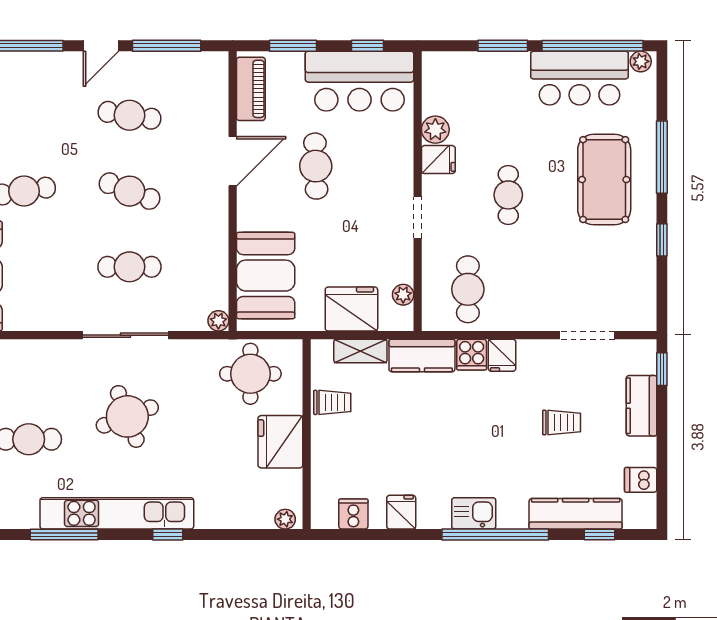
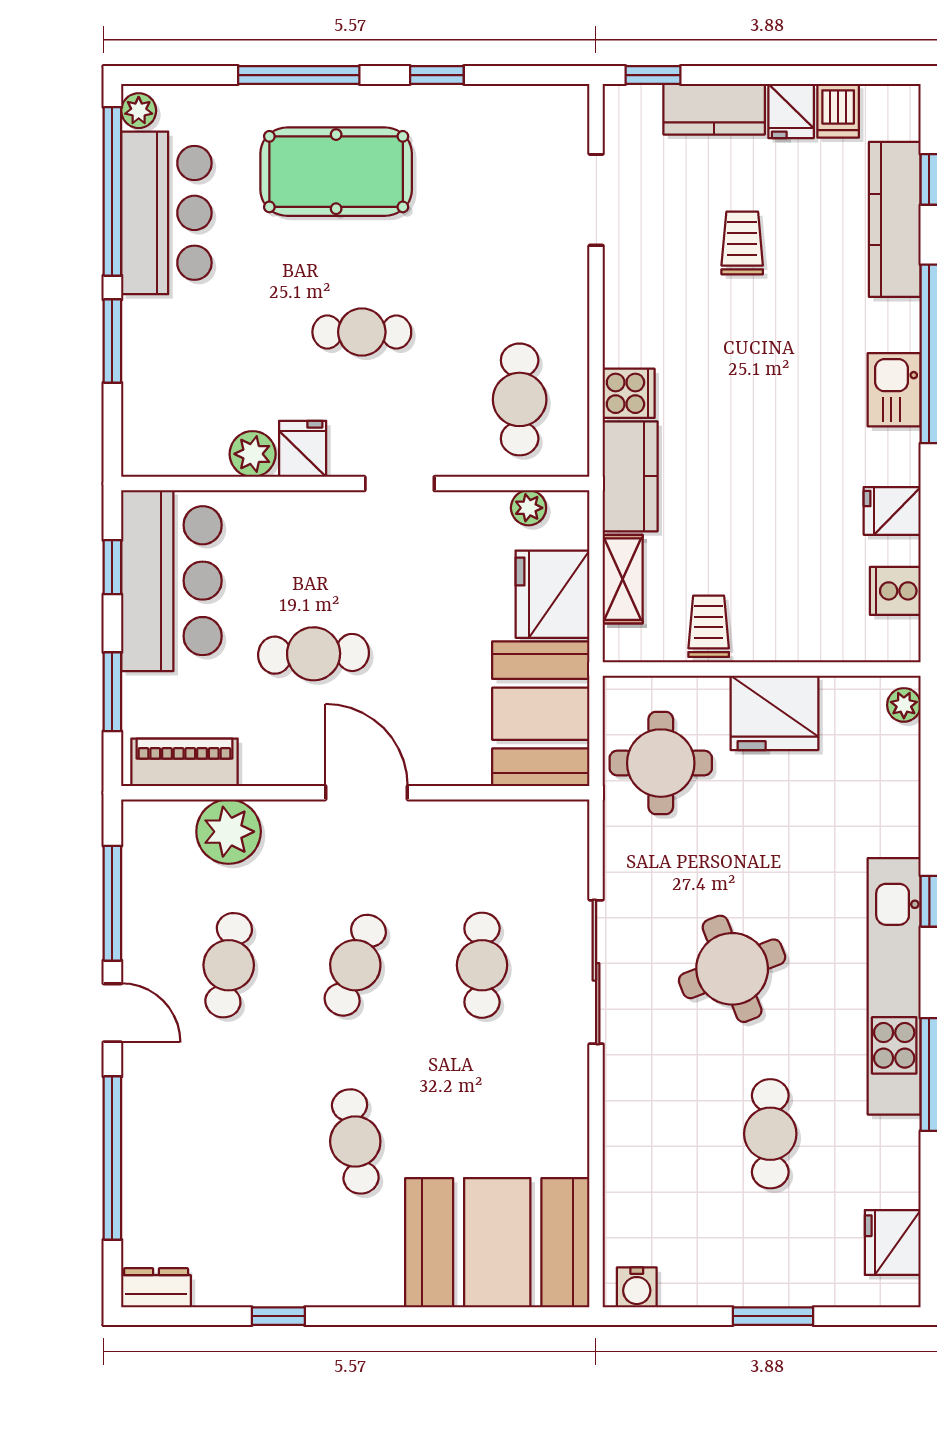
door: (233, 161) -> (366, 793), moved
booth: (266, 276) -> (541, 714), moved, turned 90
cafe table: (468, 289) -> (520, 399), turned 90
plant: (218, 321) -> (229, 832), moved, width x1.87, depth x1.87
fridge: (502, 355) -> (791, 111), moved, turned 90

